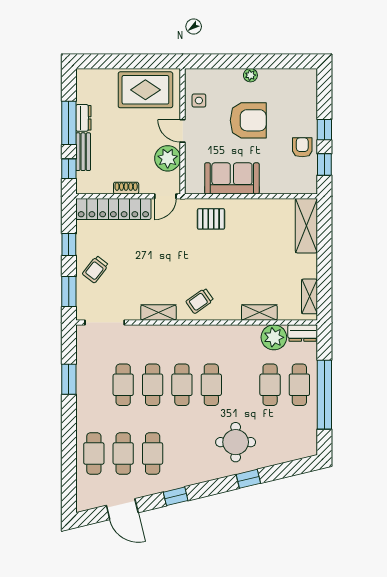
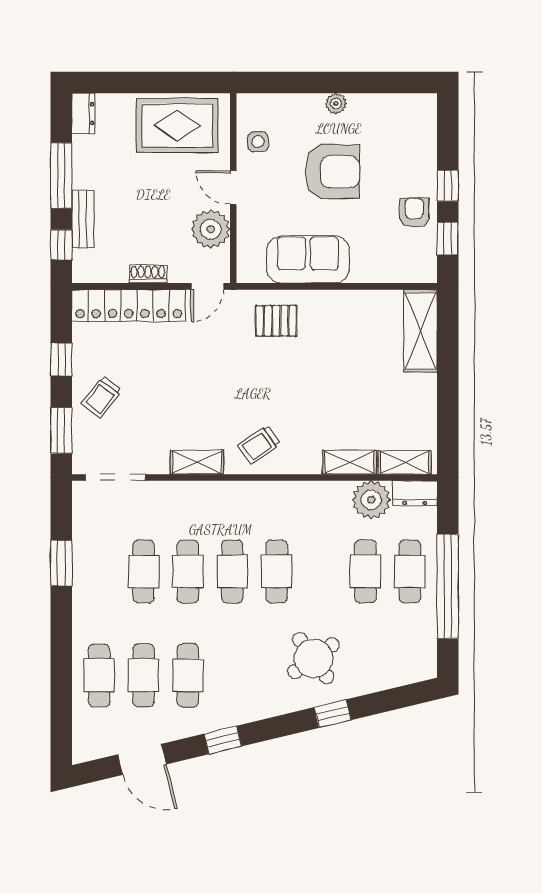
dresser: (83, 118) -> (83, 114), moved
shelving: (310, 296) -> (405, 462), moved, turned 90
round table: (236, 442) -> (313, 658), turned -36

